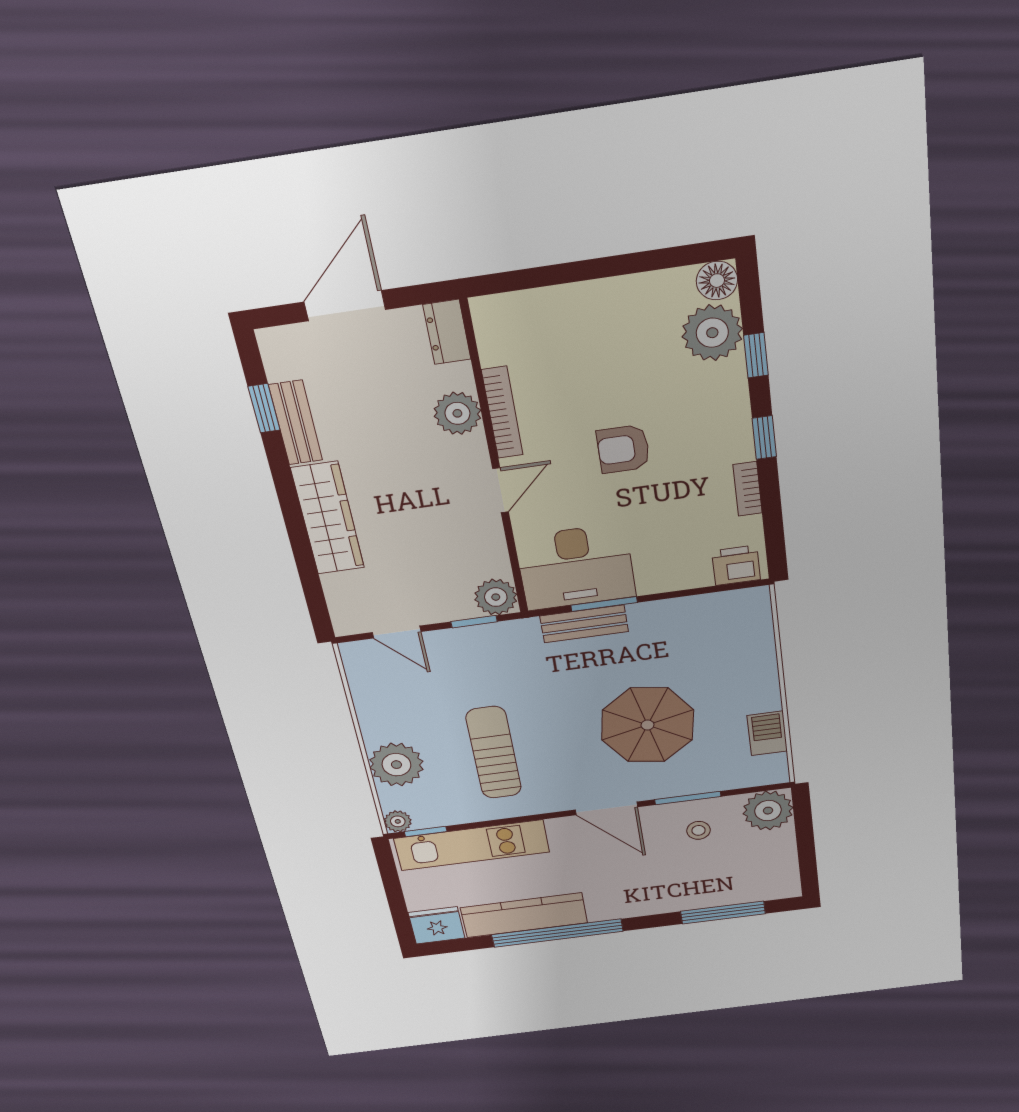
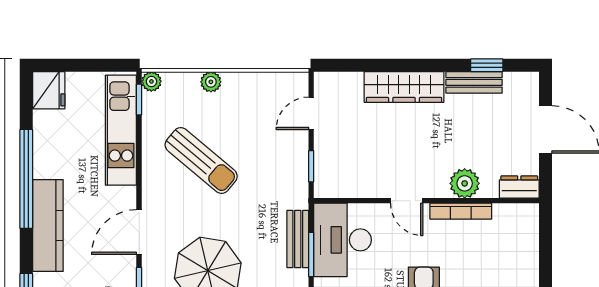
plant: (496, 597) -> (328, 184), removed
sun lounger: (494, 753) -> (201, 160), turned 40
plant: (396, 765) -> (211, 82), width x0.53, depth x0.53
kitchen counter: (524, 915) -> (48, 226), moved

